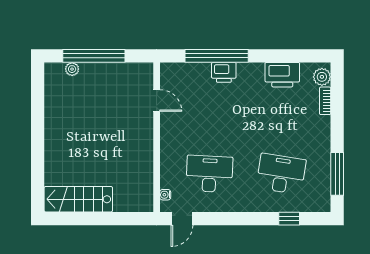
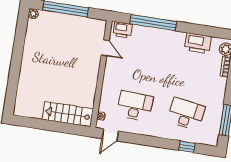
plant: (72, 69) -> (33, 14), moved
printer: (224, 72) -> (122, 30), moved
stairs: (78, 199) -> (68, 114), moved

